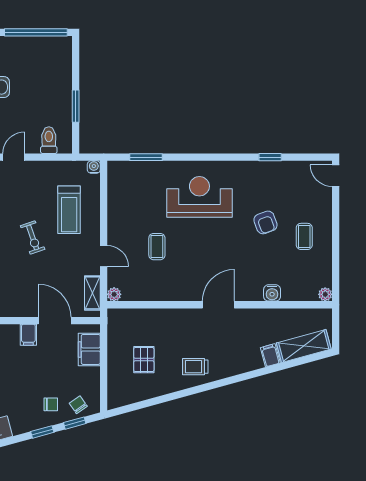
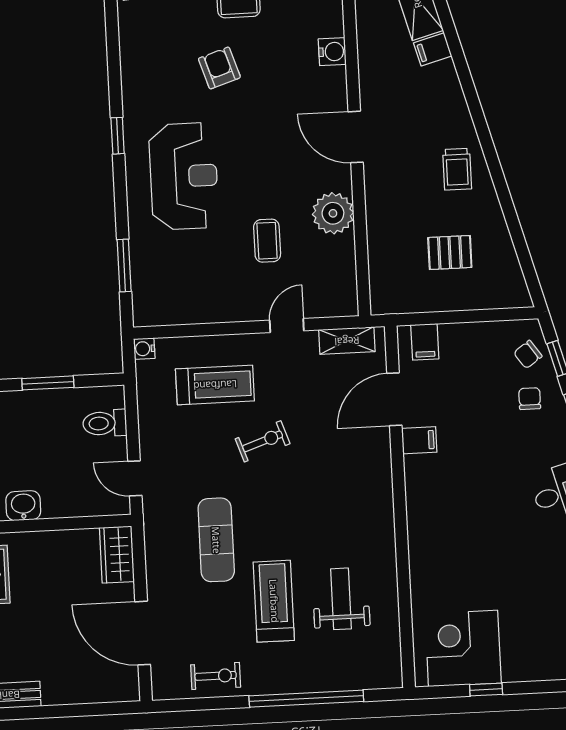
window: (270, 157) -> (118, 136), moved
reception desk: (199, 197) -> (184, 176), turned 180
armchair: (265, 222) -> (219, 68), turned -88
coffee table: (157, 247) -> (267, 241), turned 90
plant: (114, 294) -> (333, 213), moved, width x1.87, depth x1.87
filing cabinet: (89, 349) -> (425, 342), width x0.50

